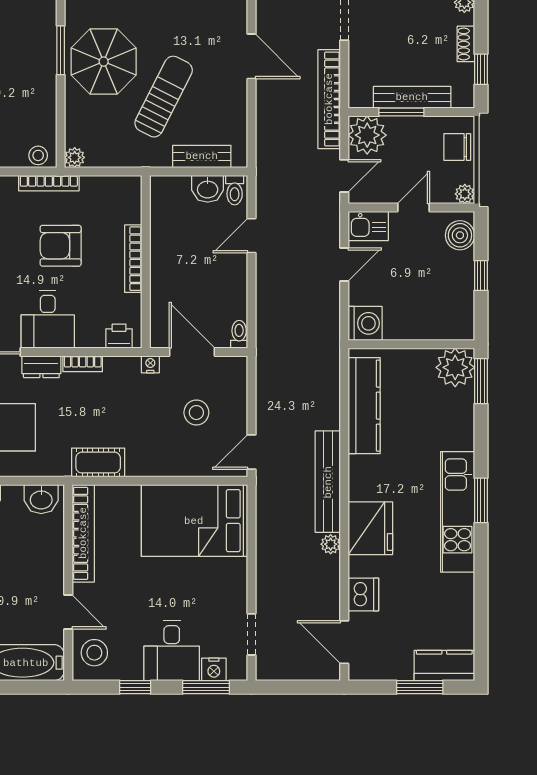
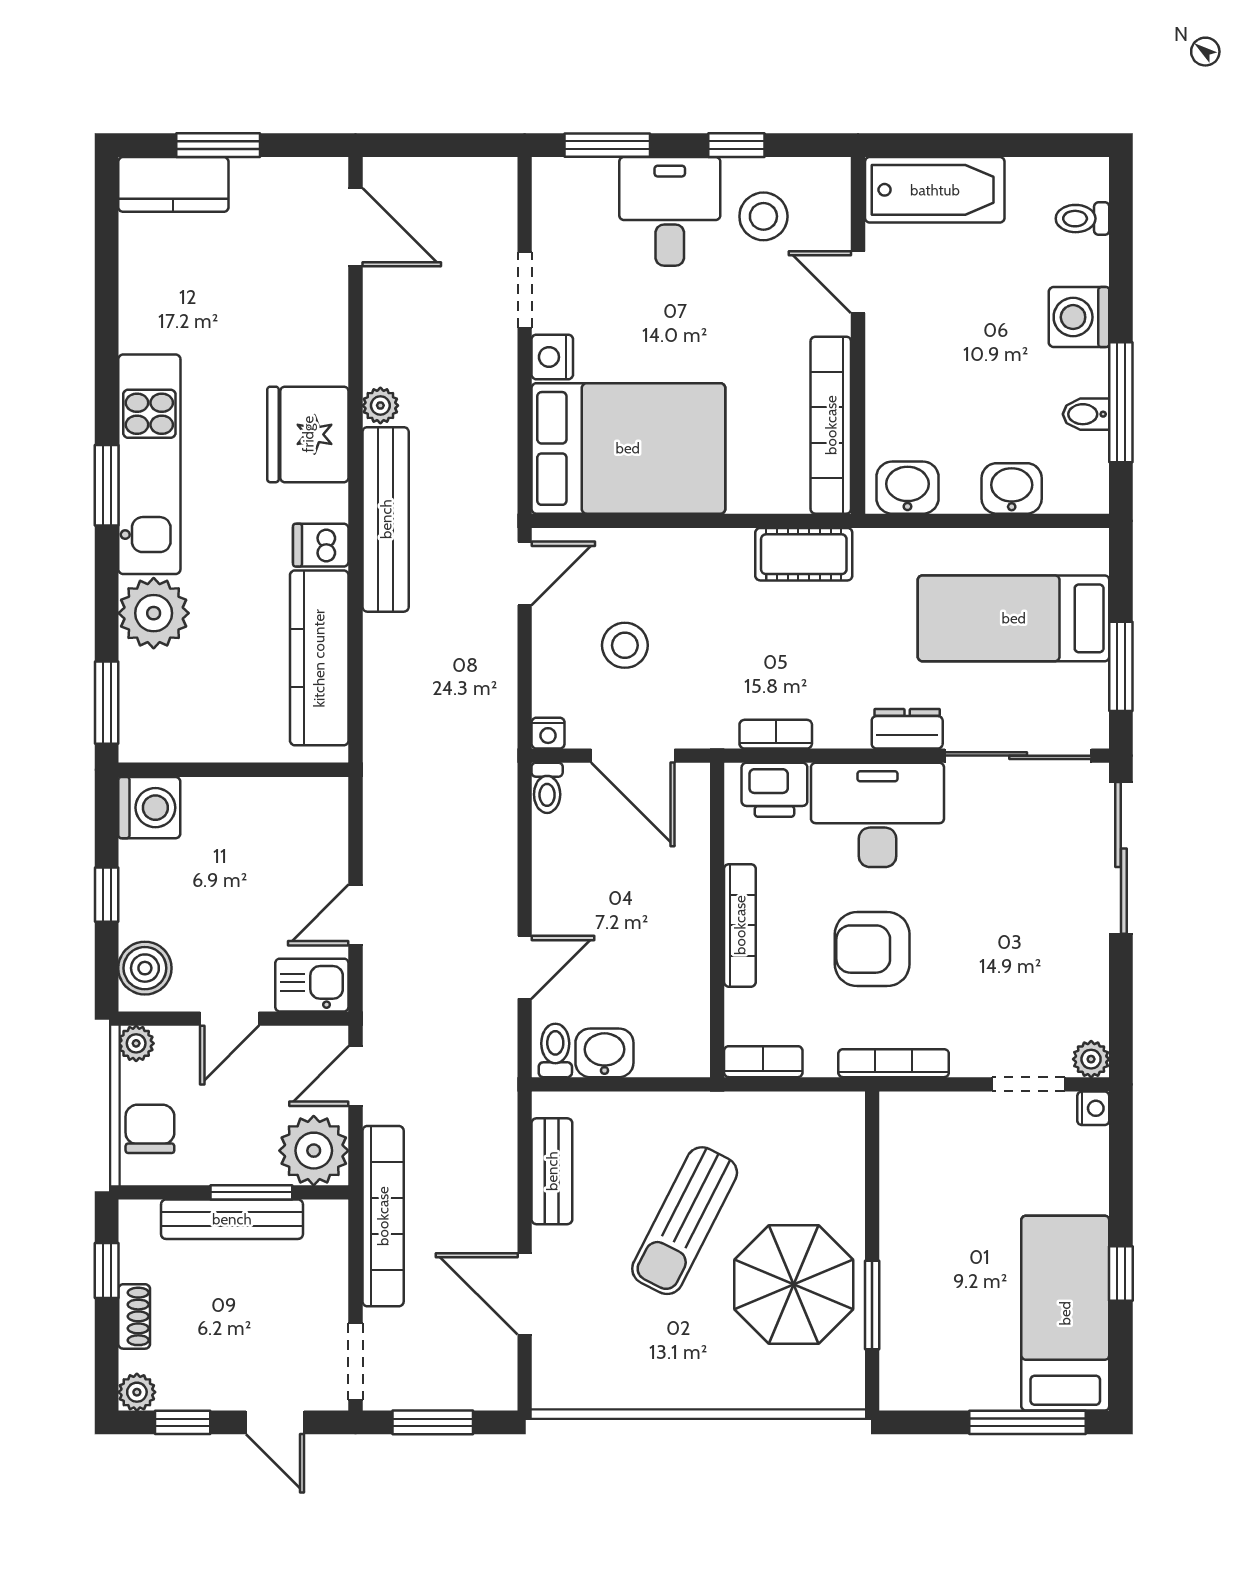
chair: (457, 147) -> (150, 1129), turned -90
stool: (38, 155) -> (913, 1113), removed
bench: (202, 156) -> (552, 1171), moved, turned 90
plant: (75, 157) -> (847, 1110), removed
bookcase: (120, 184) -> (763, 1062), added
armchair: (61, 246) -> (872, 949), turned 180
desk: (48, 319) -> (877, 815), width x1.37
washing machine: (365, 323) -> (149, 808), moved, turned 180
printer: (119, 336) -> (774, 790), width x1.36, depth x1.24
bookcase: (83, 364) -> (776, 734), moved
nightstand: (150, 364) -> (548, 733), moved
plant: (455, 367) -> (154, 613), moved
dishwasher: (363, 594) -> (321, 545), moved, width x0.73
doorway: (251, 634) -> (525, 290), moved
stool: (94, 653) -> (763, 216), moved
nightstand: (214, 669) -> (552, 357), moved, turned -90

